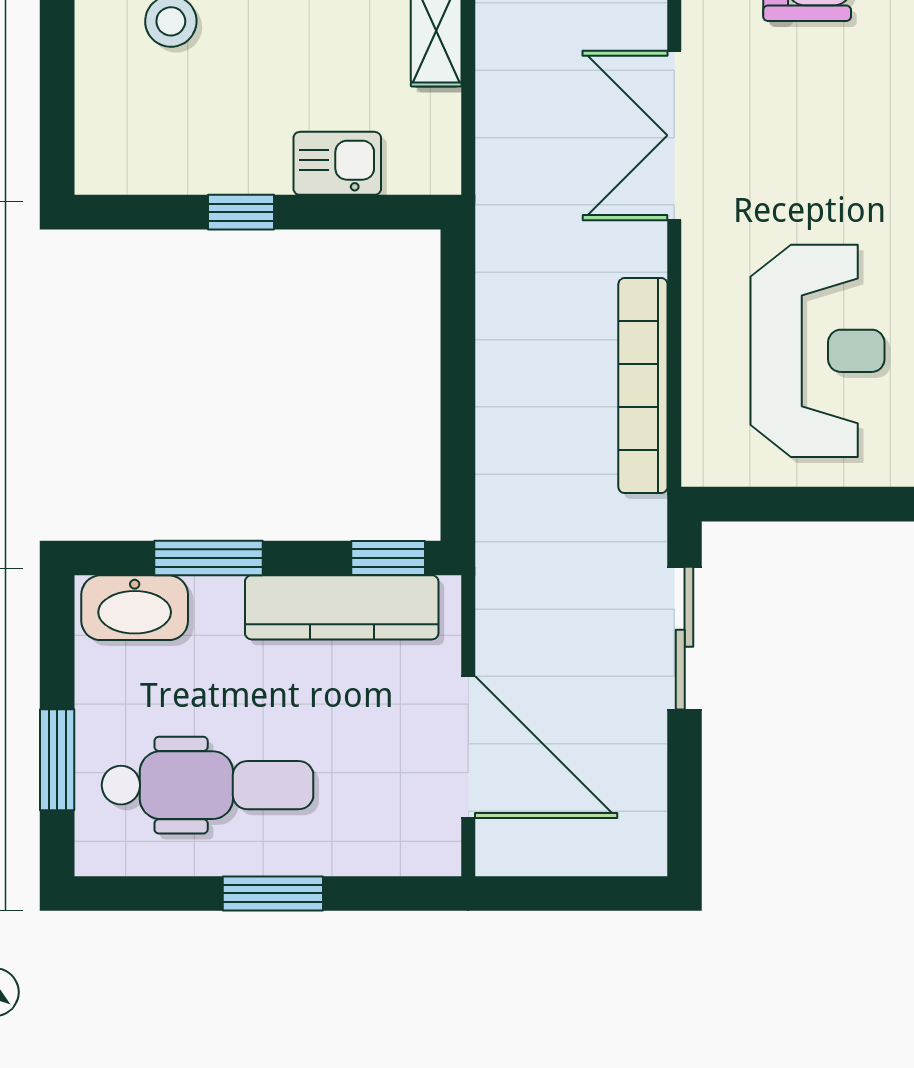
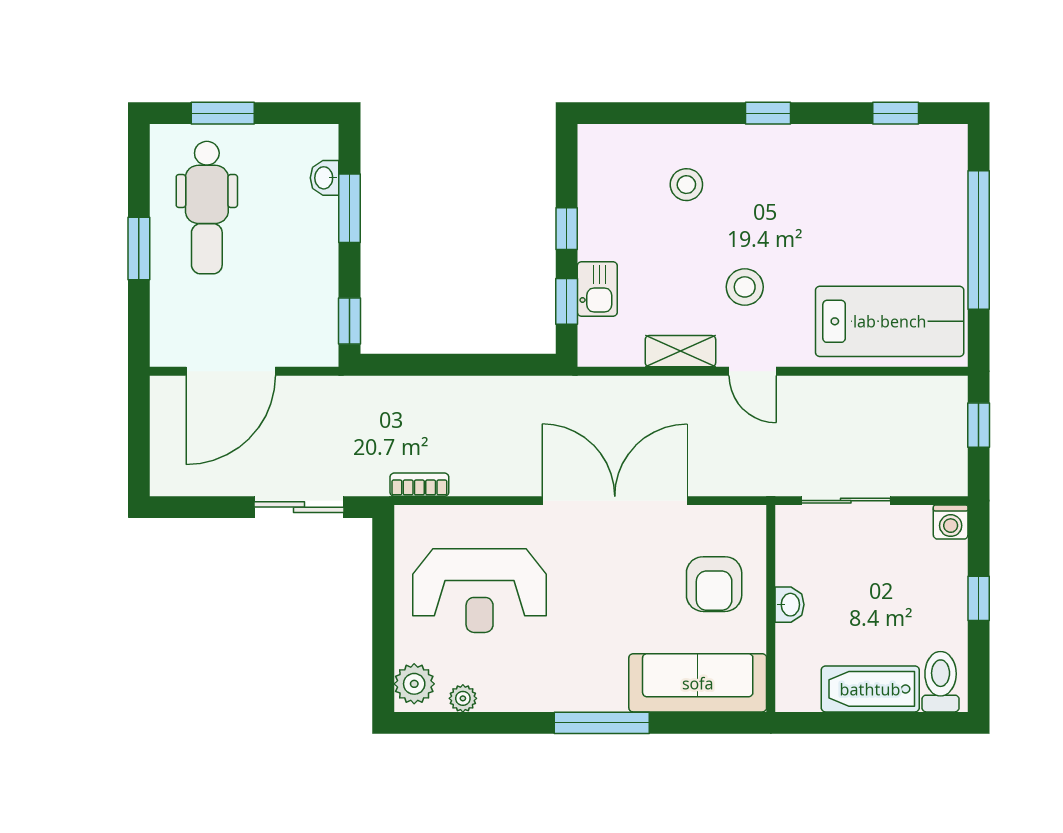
double door: (674, 135) -> (615, 501), width x1.36
window: (357, 212) -> (567, 301), added
bookcase: (643, 386) -> (419, 485), width x0.43, depth x0.76
kitchen counter: (342, 607) -> (318, 292), removed
washbasin: (135, 608) -> (325, 178), width x0.52, depth x0.69

